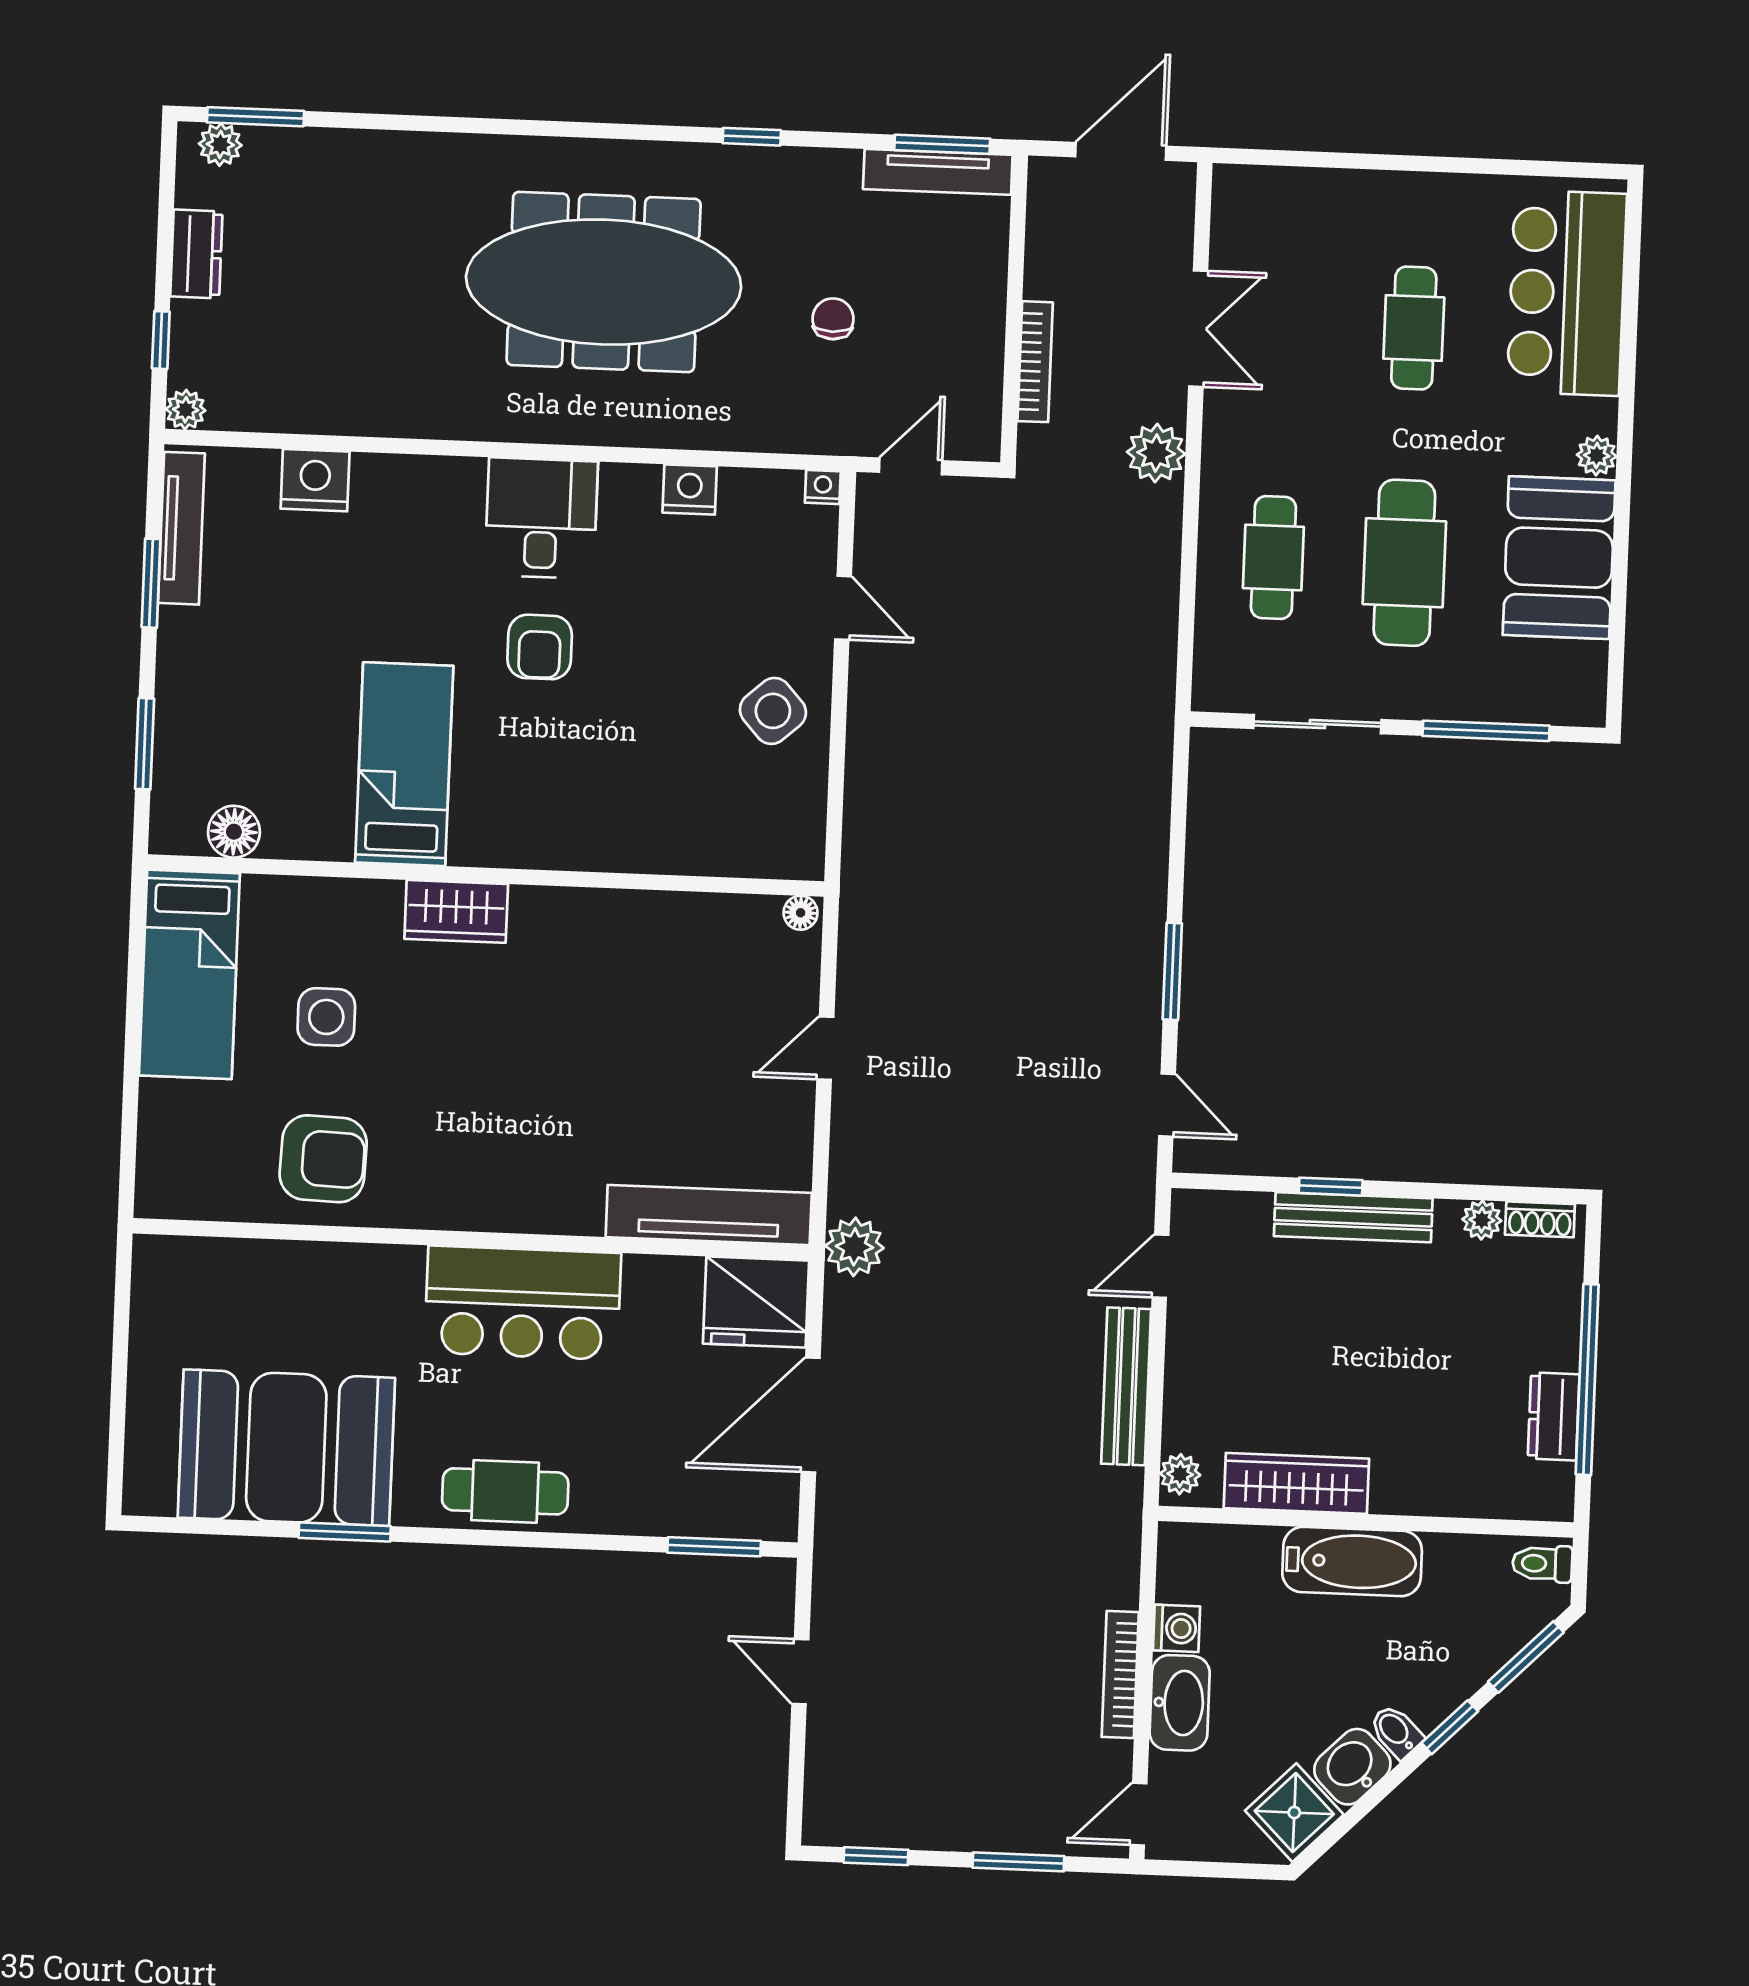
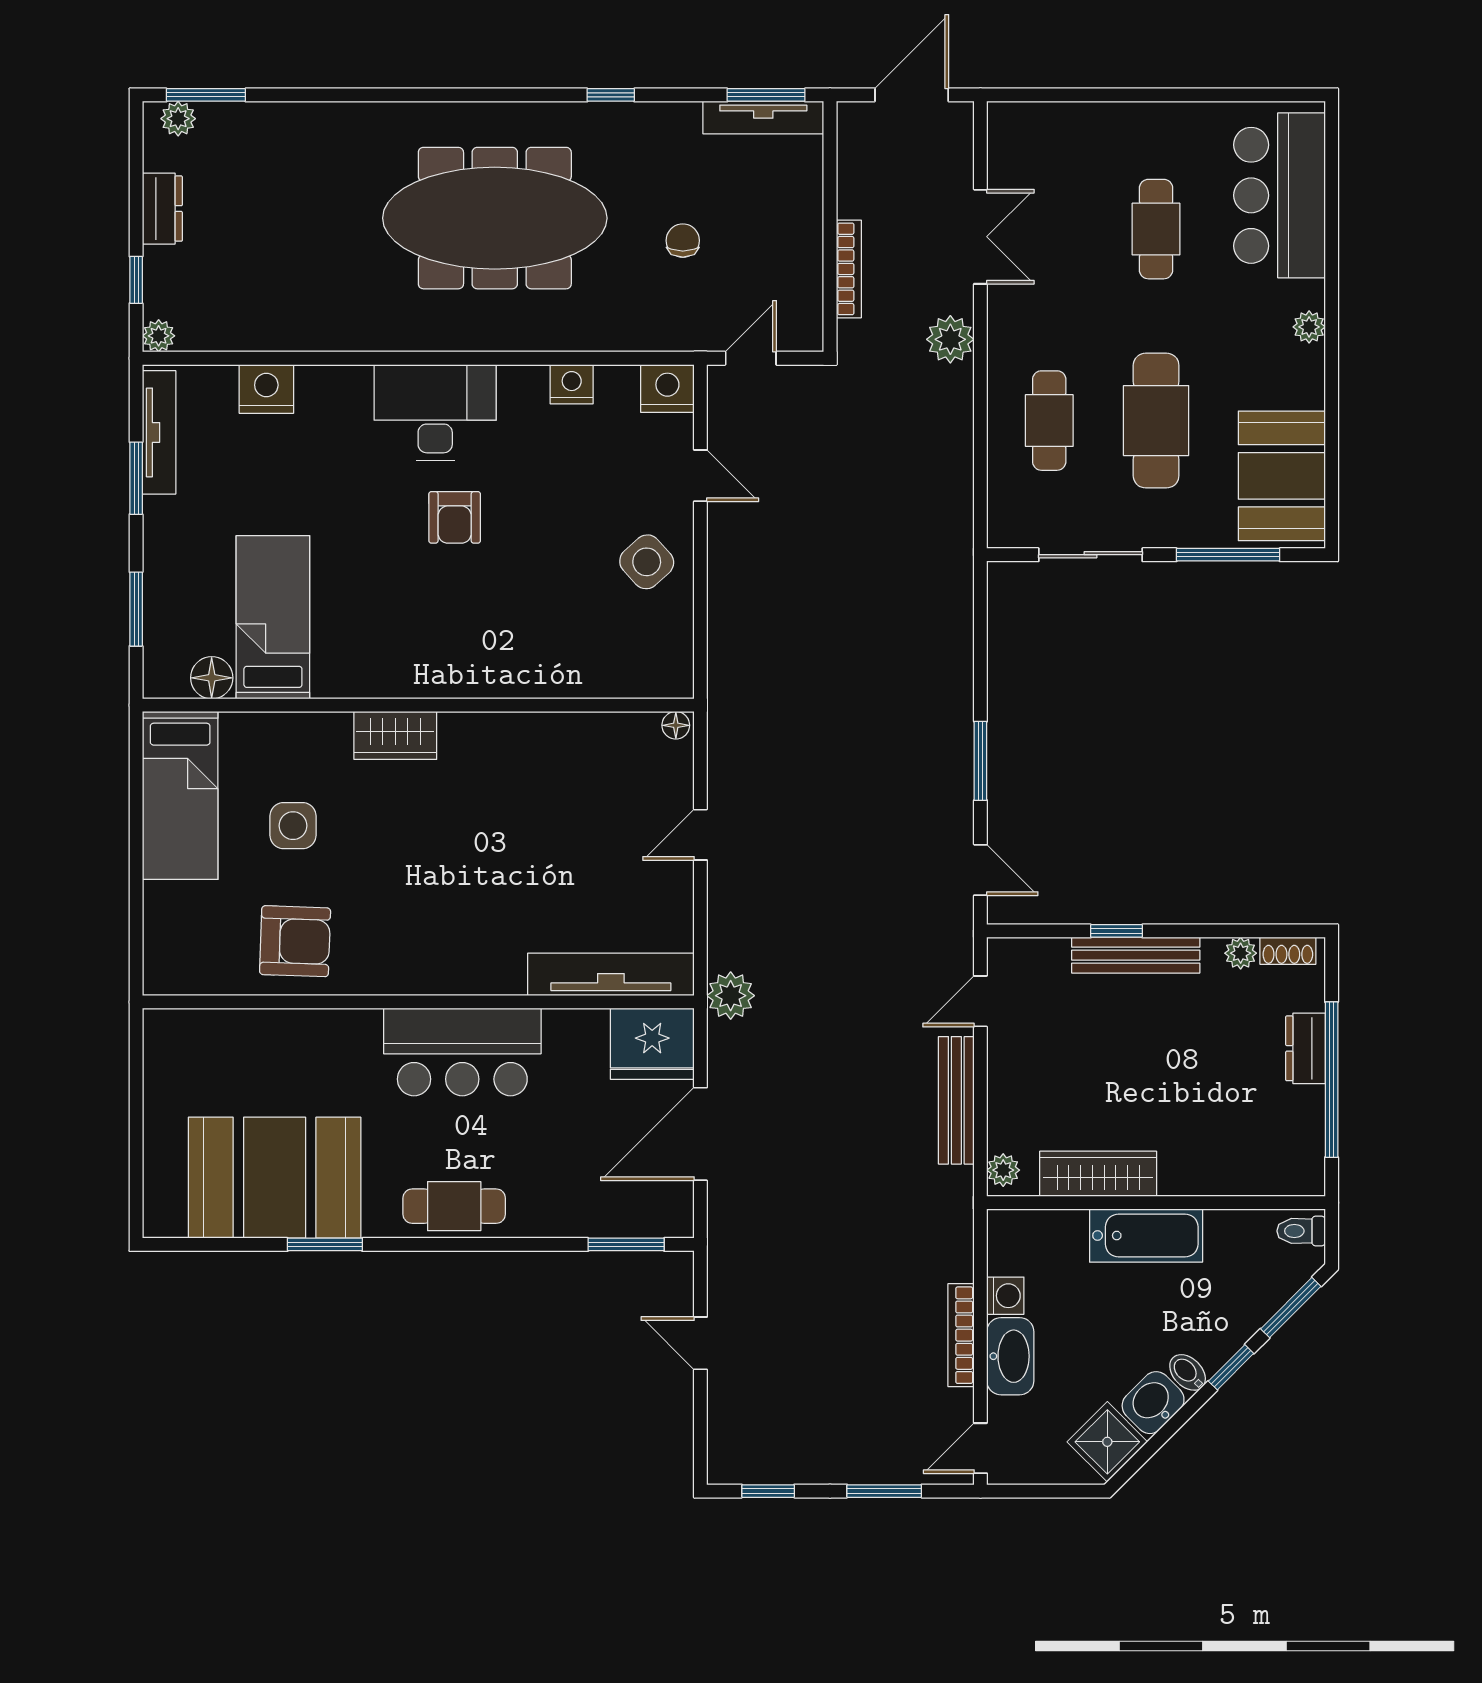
nightstand: (823, 487) -> (667, 389), width x1.89, depth x1.79
desk: (541, 518) -> (435, 412), width x1.37
booth: (1559, 558) -> (1282, 476), moved
bed: (404, 764) -> (273, 617), moved
dresser: (1554, 1416) -> (1306, 1048), moved

